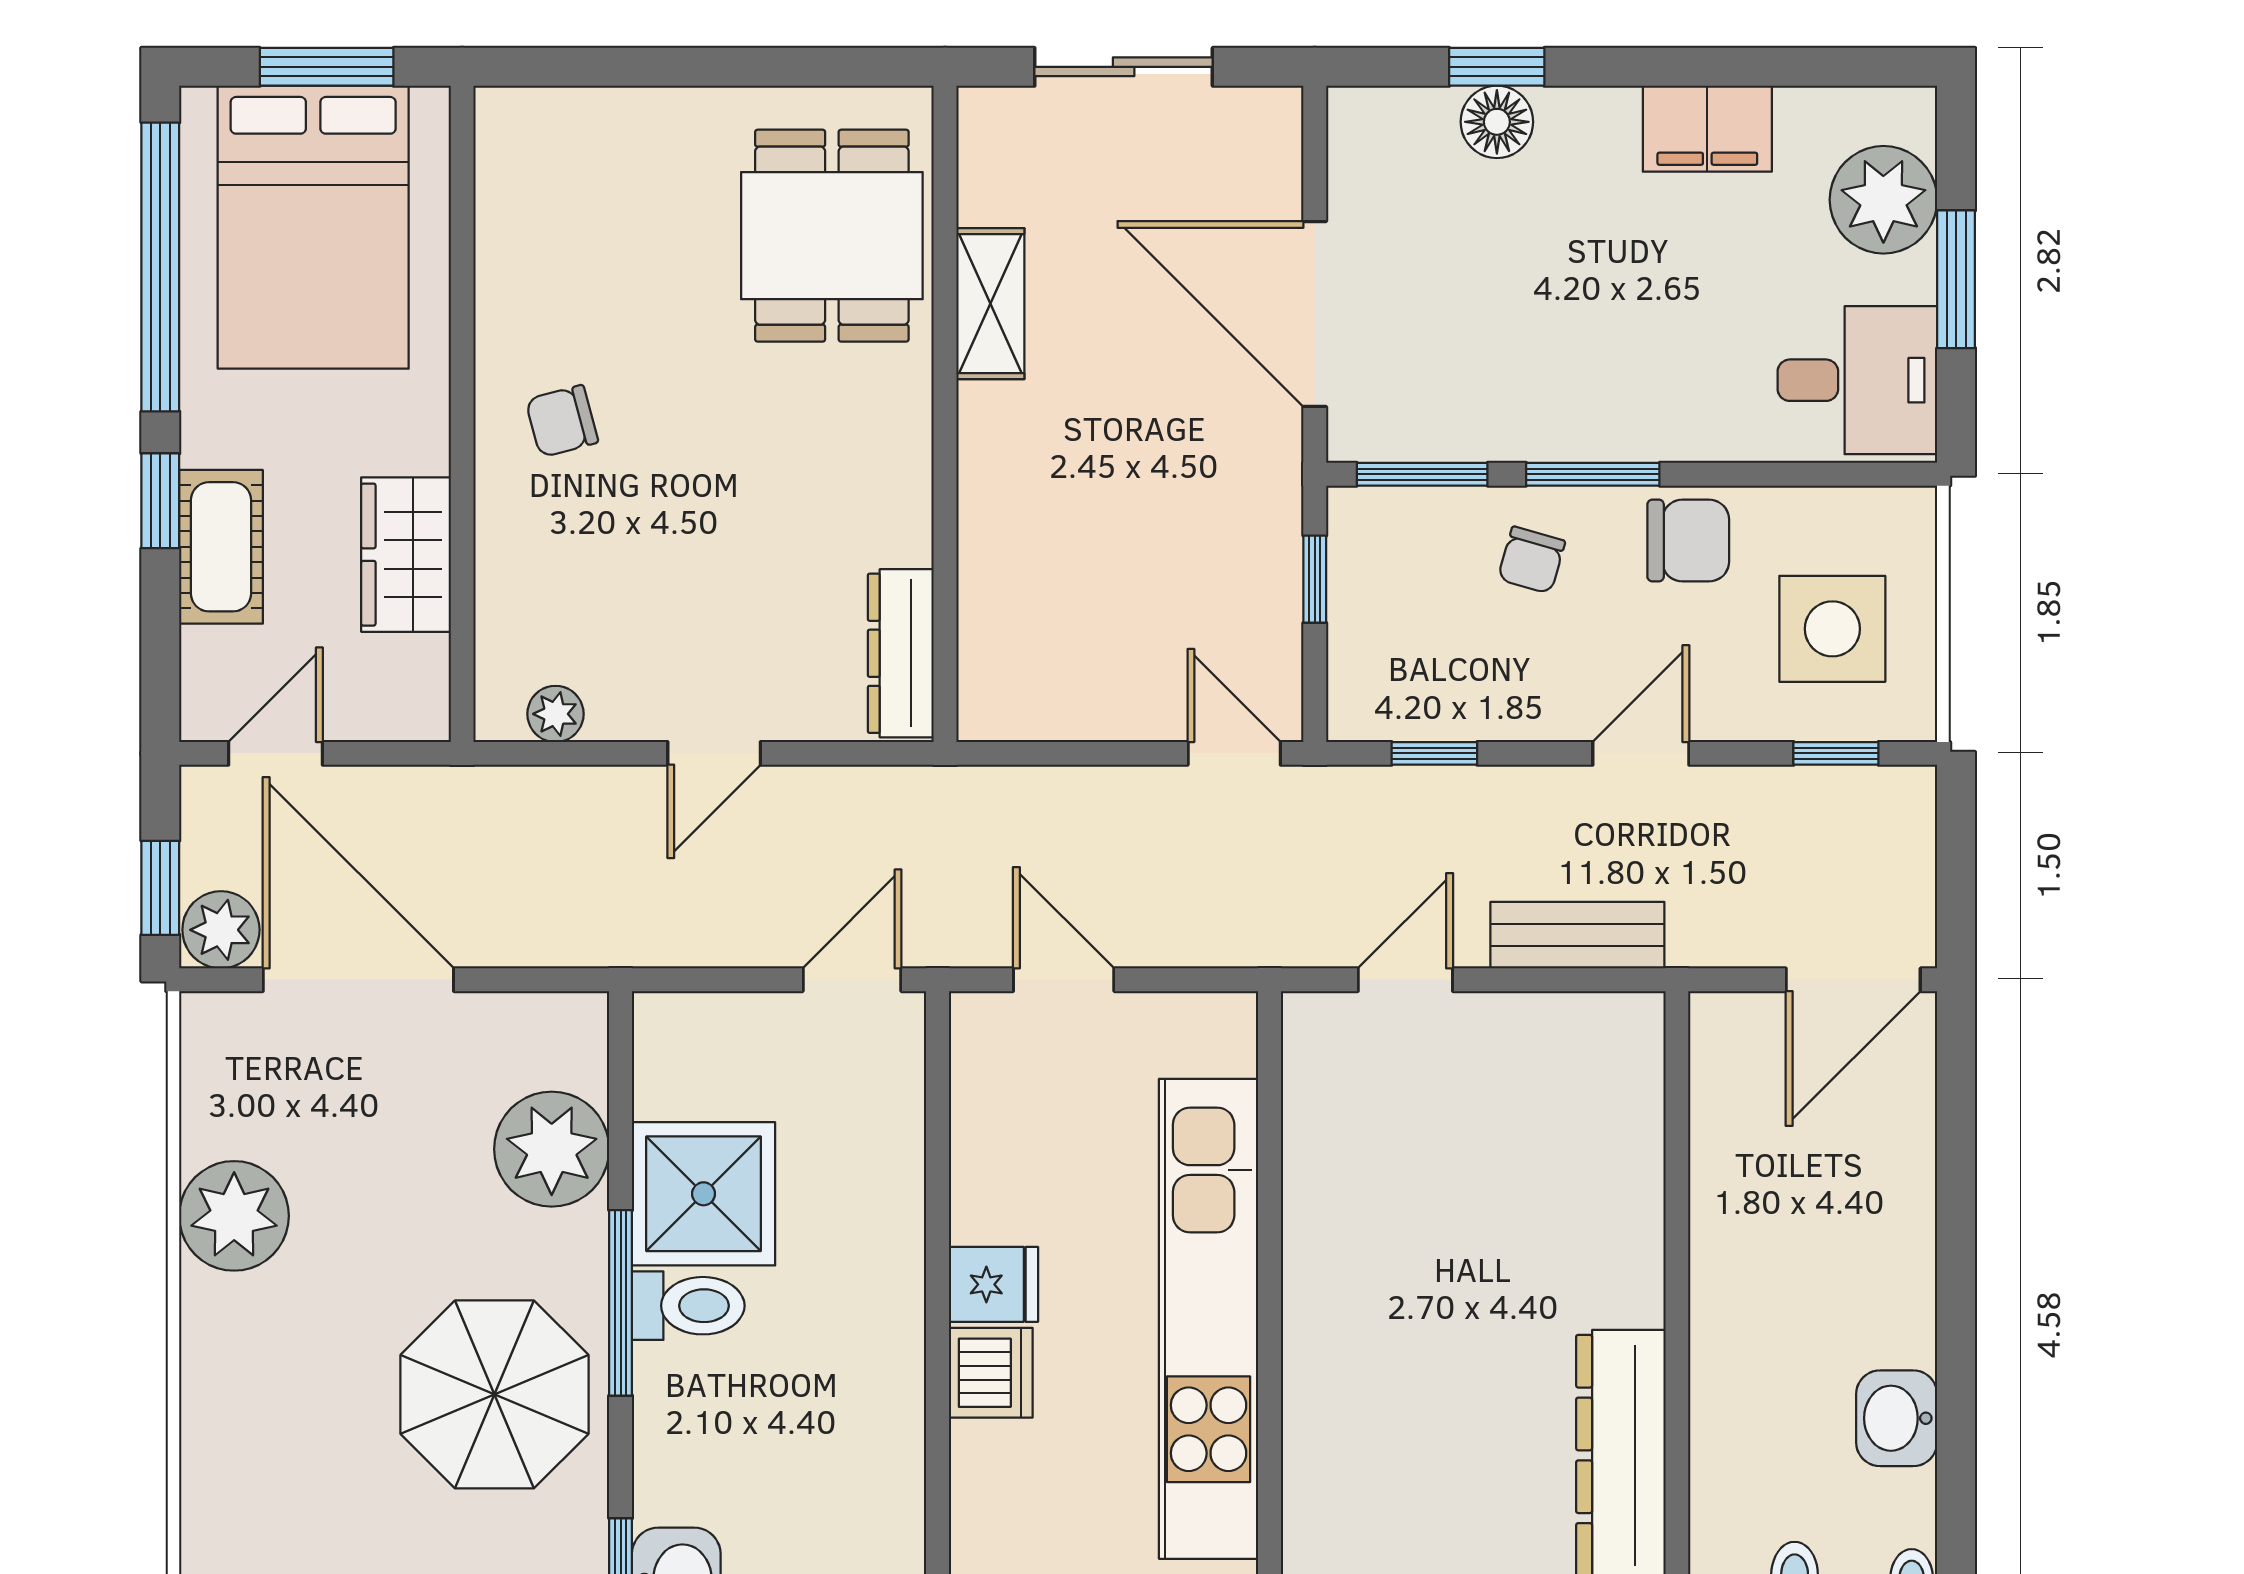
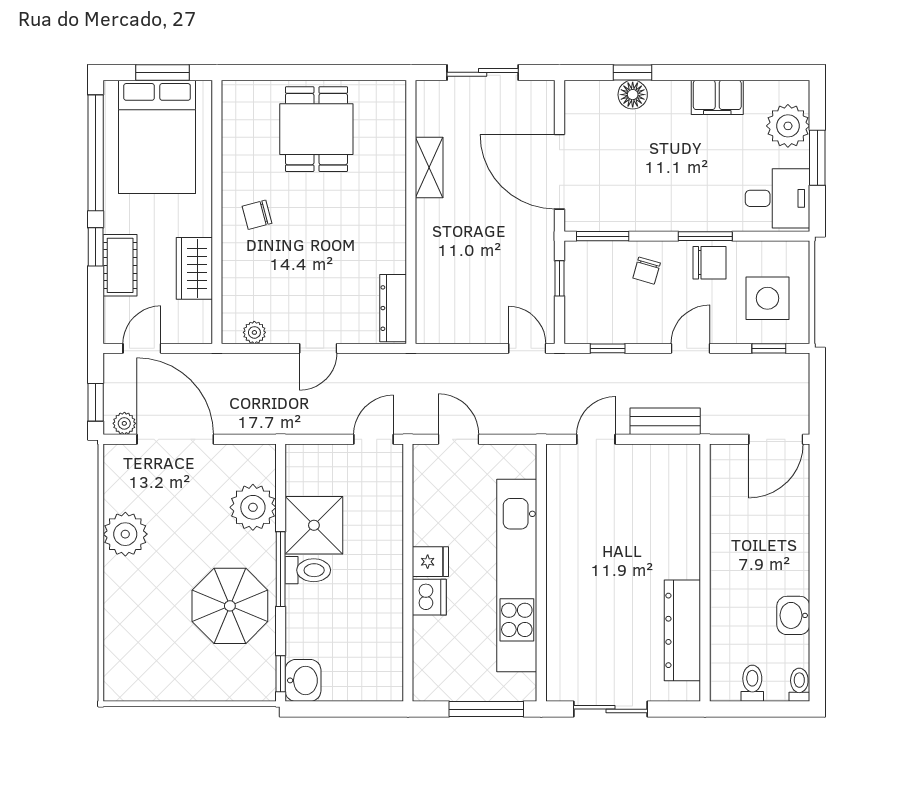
dining table: (832, 236) -> (316, 129), moved
window: (1593, 474) -> (705, 236), moved
plant: (221, 930) -> (124, 423), width x0.73, depth x0.73

